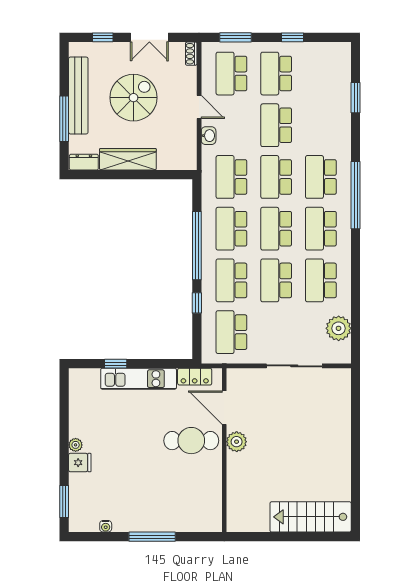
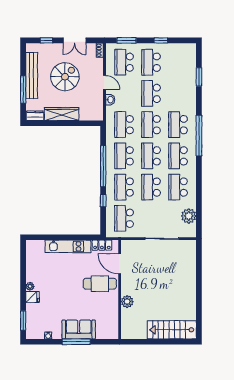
window: (116, 364) -> (54, 237), removed
plant: (237, 442) -> (127, 302), moved
sofa: (156, 516) -> (79, 329), added

